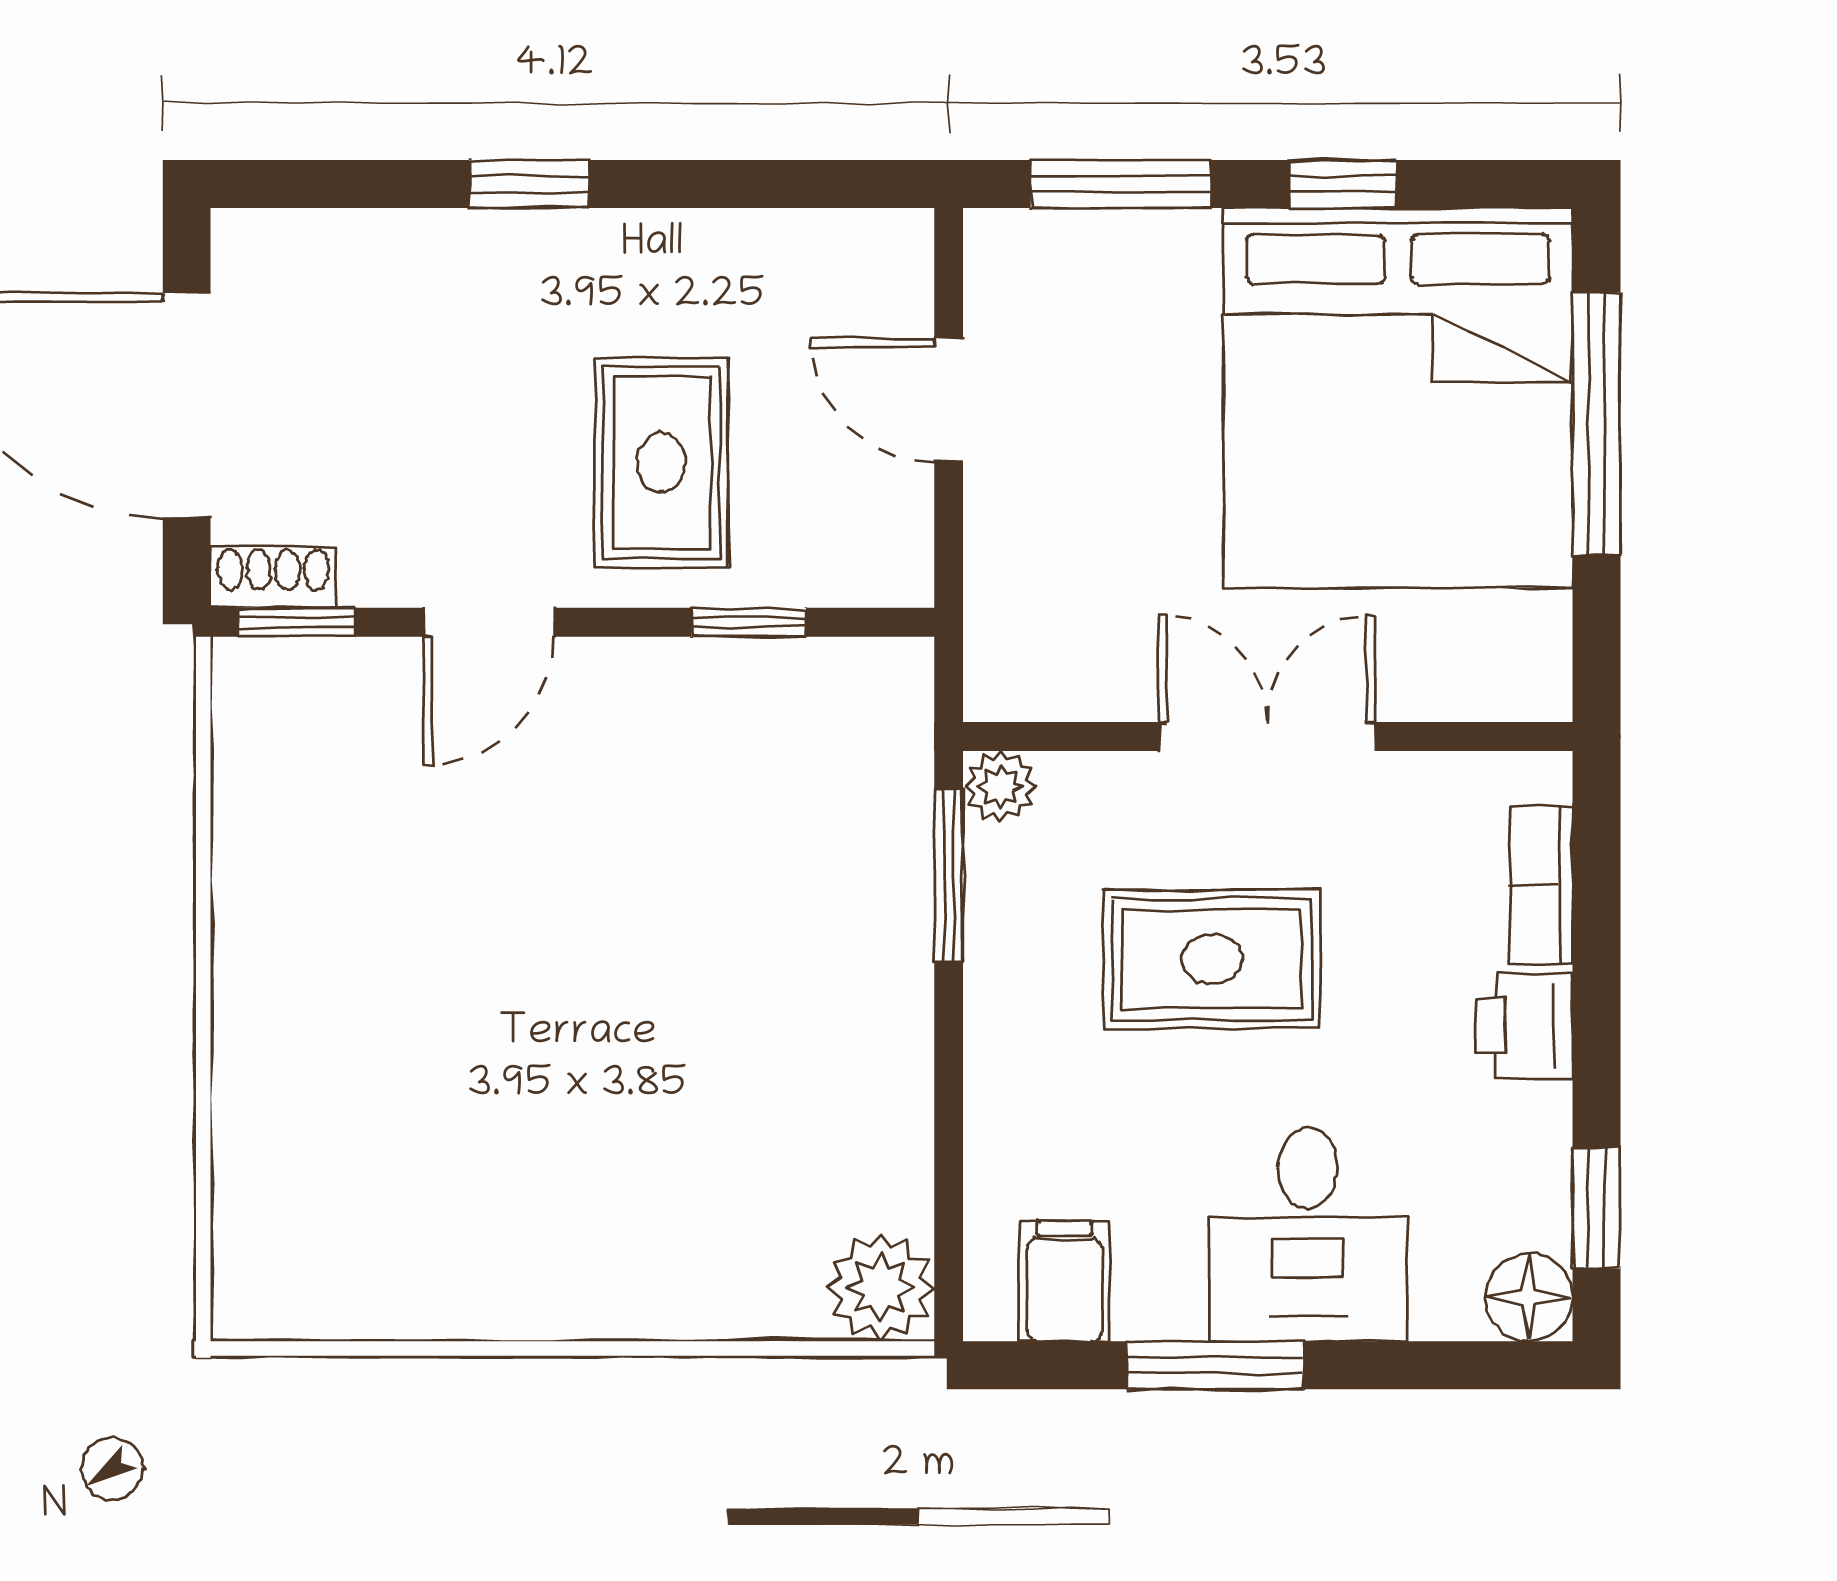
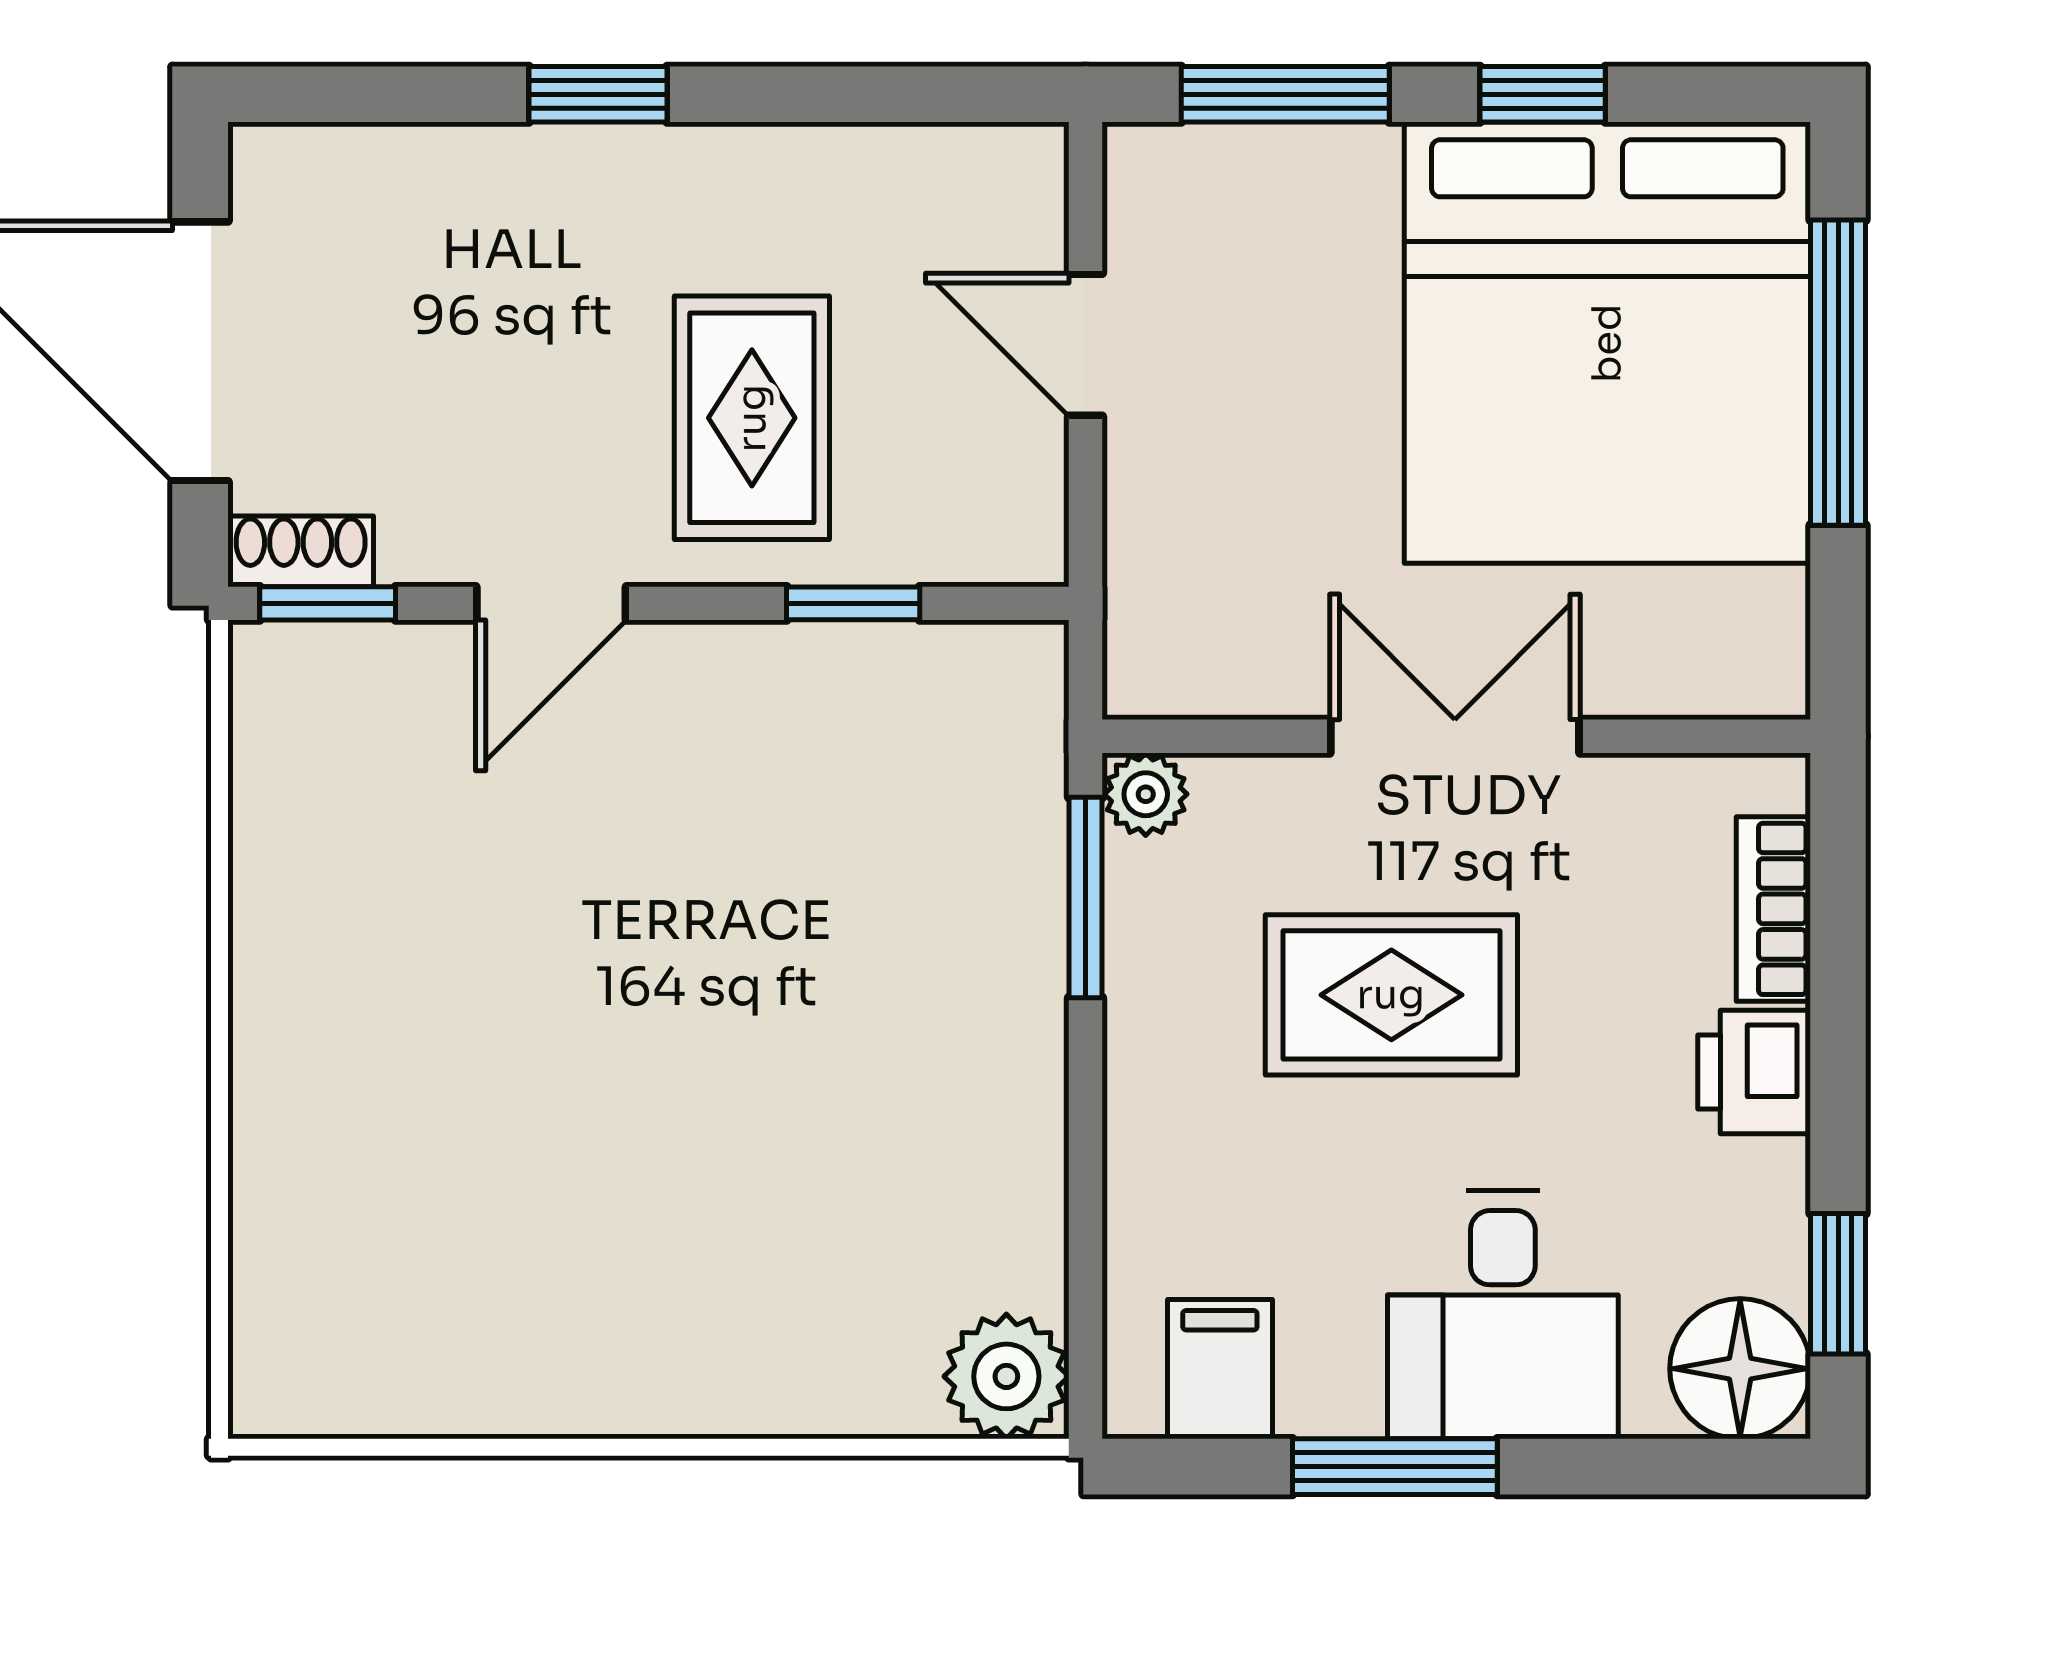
floor lamp: (1529, 1297) -> (1740, 1369), width x1.38, depth x1.38

